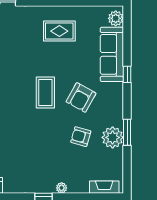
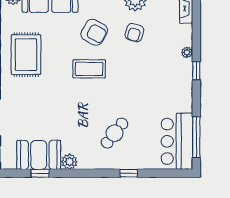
rug: (59, 31) -> (26, 55), width x1.36, depth x1.43

